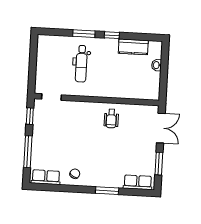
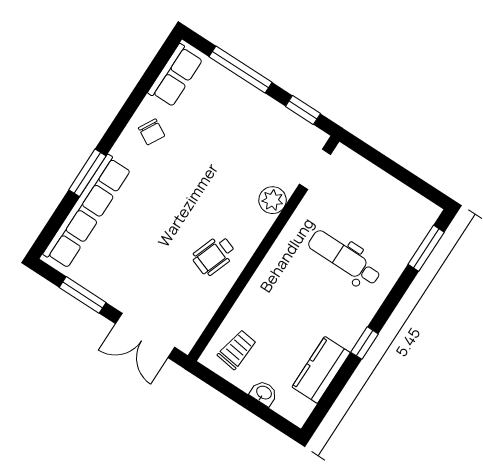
window: (84, 34) -> (426, 248), moved
trolley: (145, 87) -> (237, 349), added
plant: (74, 107) -> (273, 200), added
wheelchair: (111, 119) -> (214, 255), turned -70
row of seats: (138, 182) -> (87, 212), width x2.02

